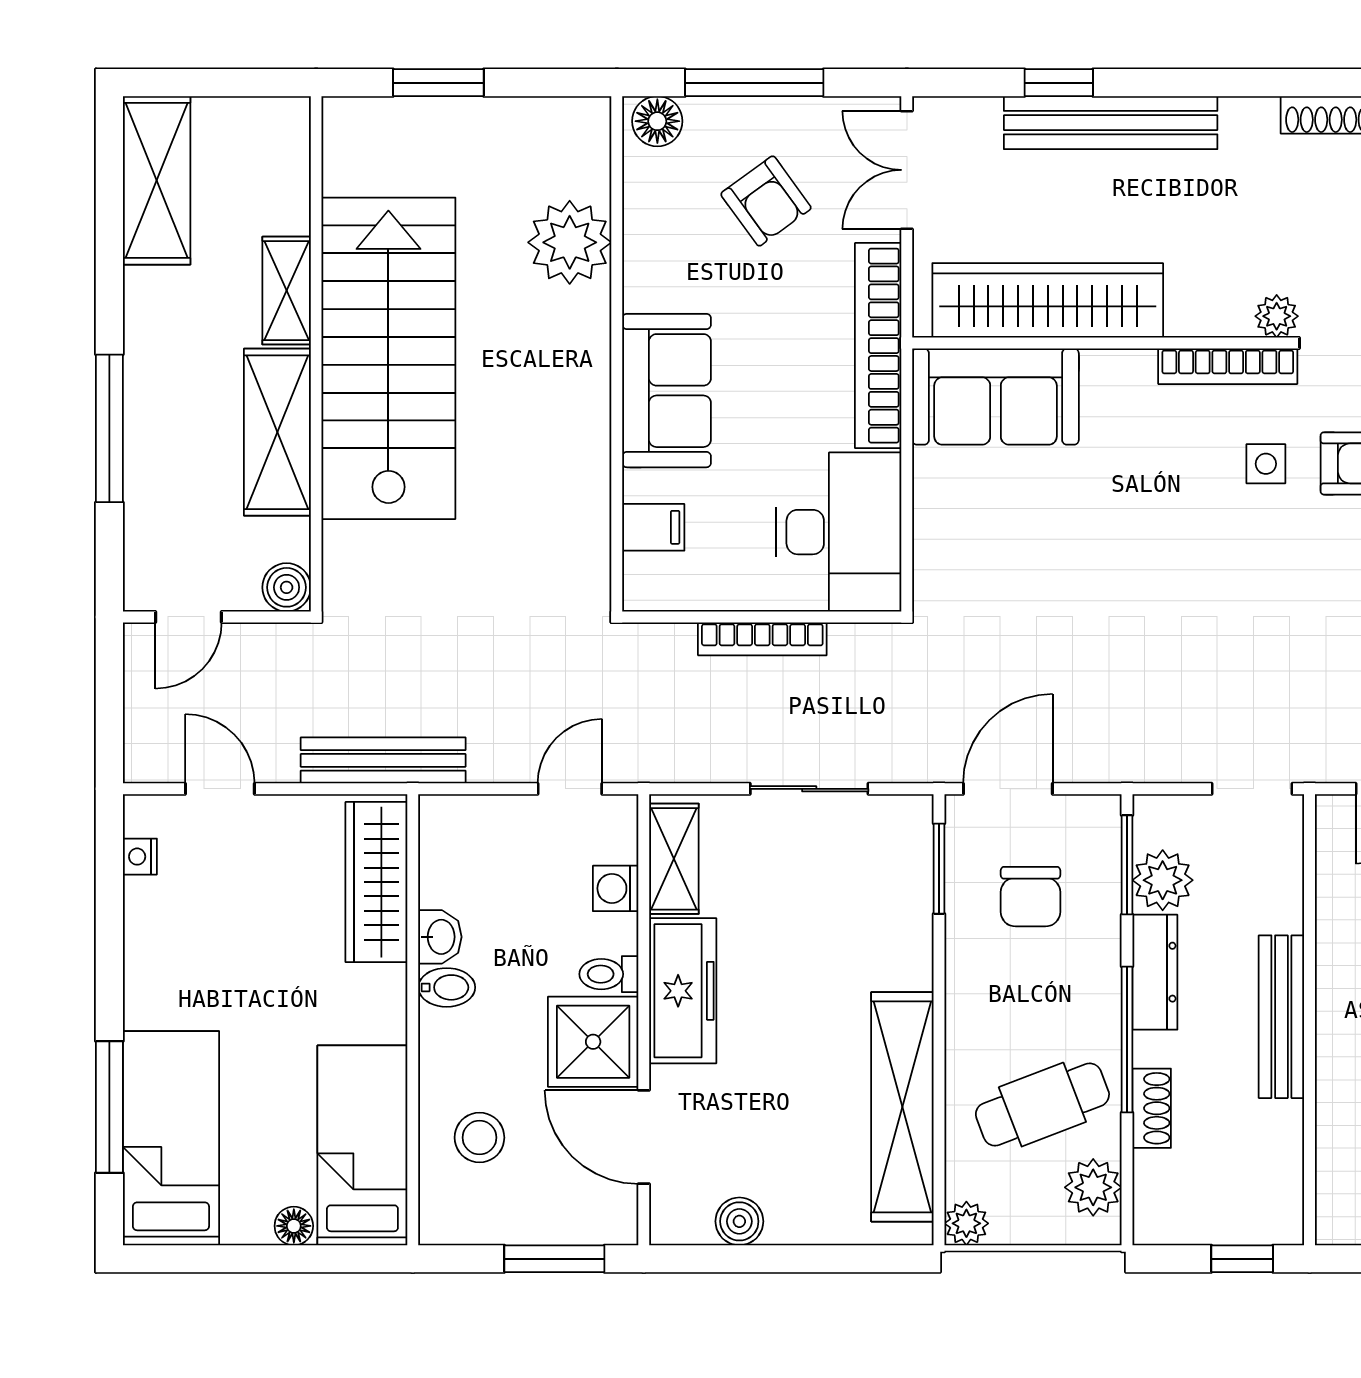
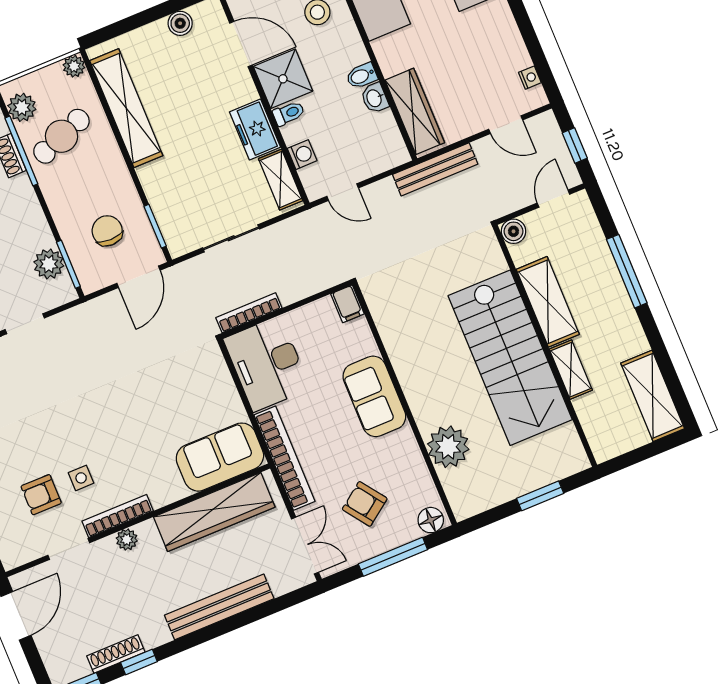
window: (1059, 83) -> (139, 662), moved
plant: (1277, 316) -> (127, 540), moved
filing cabinet: (653, 527) -> (348, 304), moved, turned -90
bookcase: (762, 639) -> (249, 313), moved
window: (109, 698) -> (575, 146), added
door: (570, 789) -> (343, 192), hinge flipped
dresser: (1155, 972) -> (35, 220), removed
freezer: (683, 991) -> (255, 129), width x0.71
window: (1127, 1040) -> (21, 151), moved

